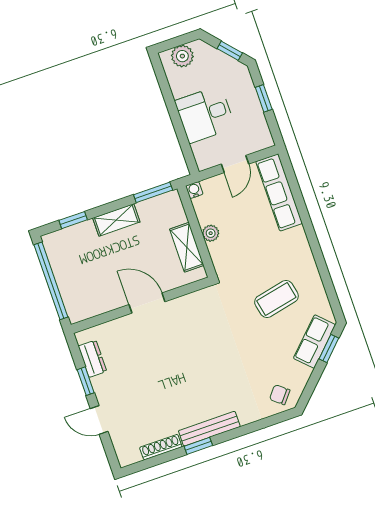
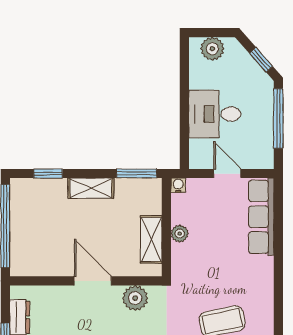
window: (264, 98) -> (278, 118), width x2.17
door: (235, 164) -> (227, 174), swing flipped
plant: (191, 305) -> (135, 298), added

